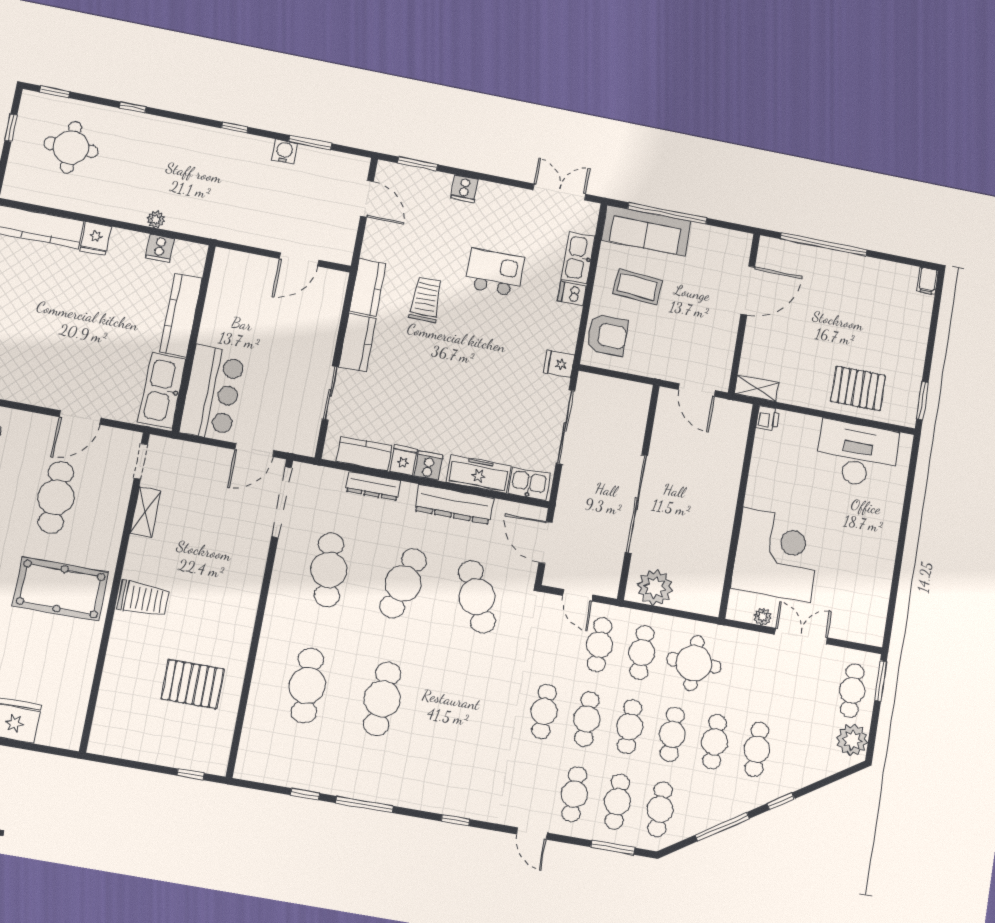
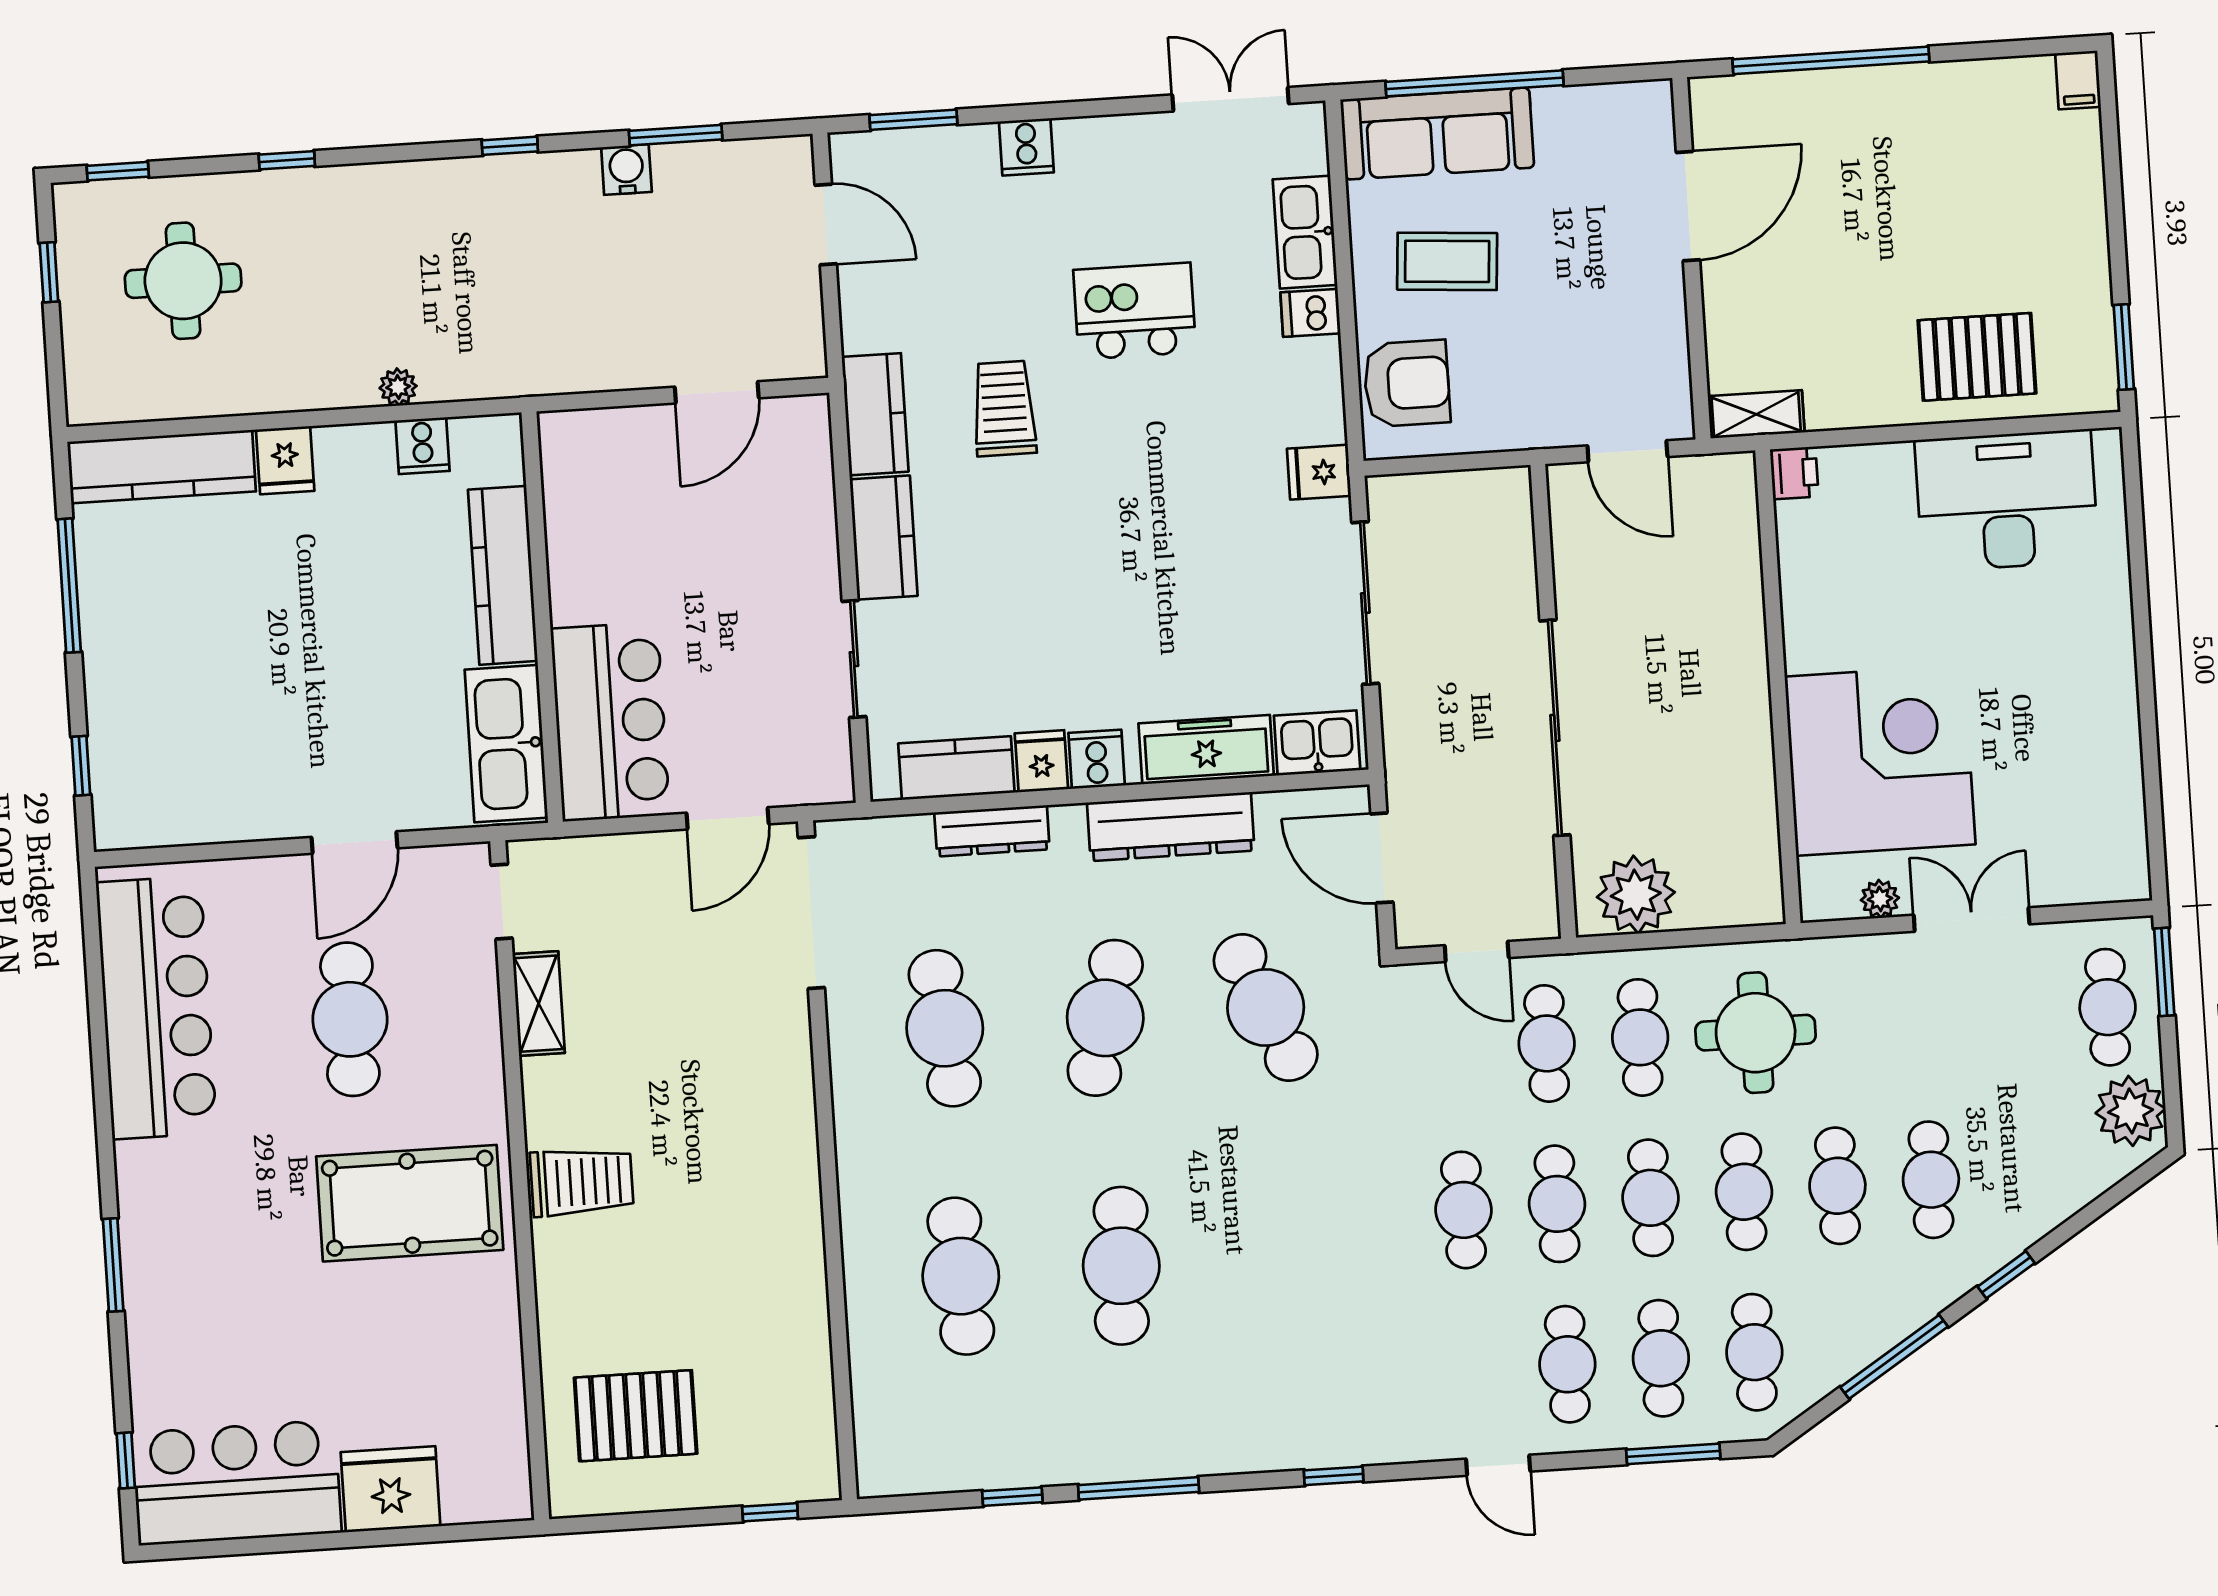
pallet: (193, 684) -> (636, 1416), moved

